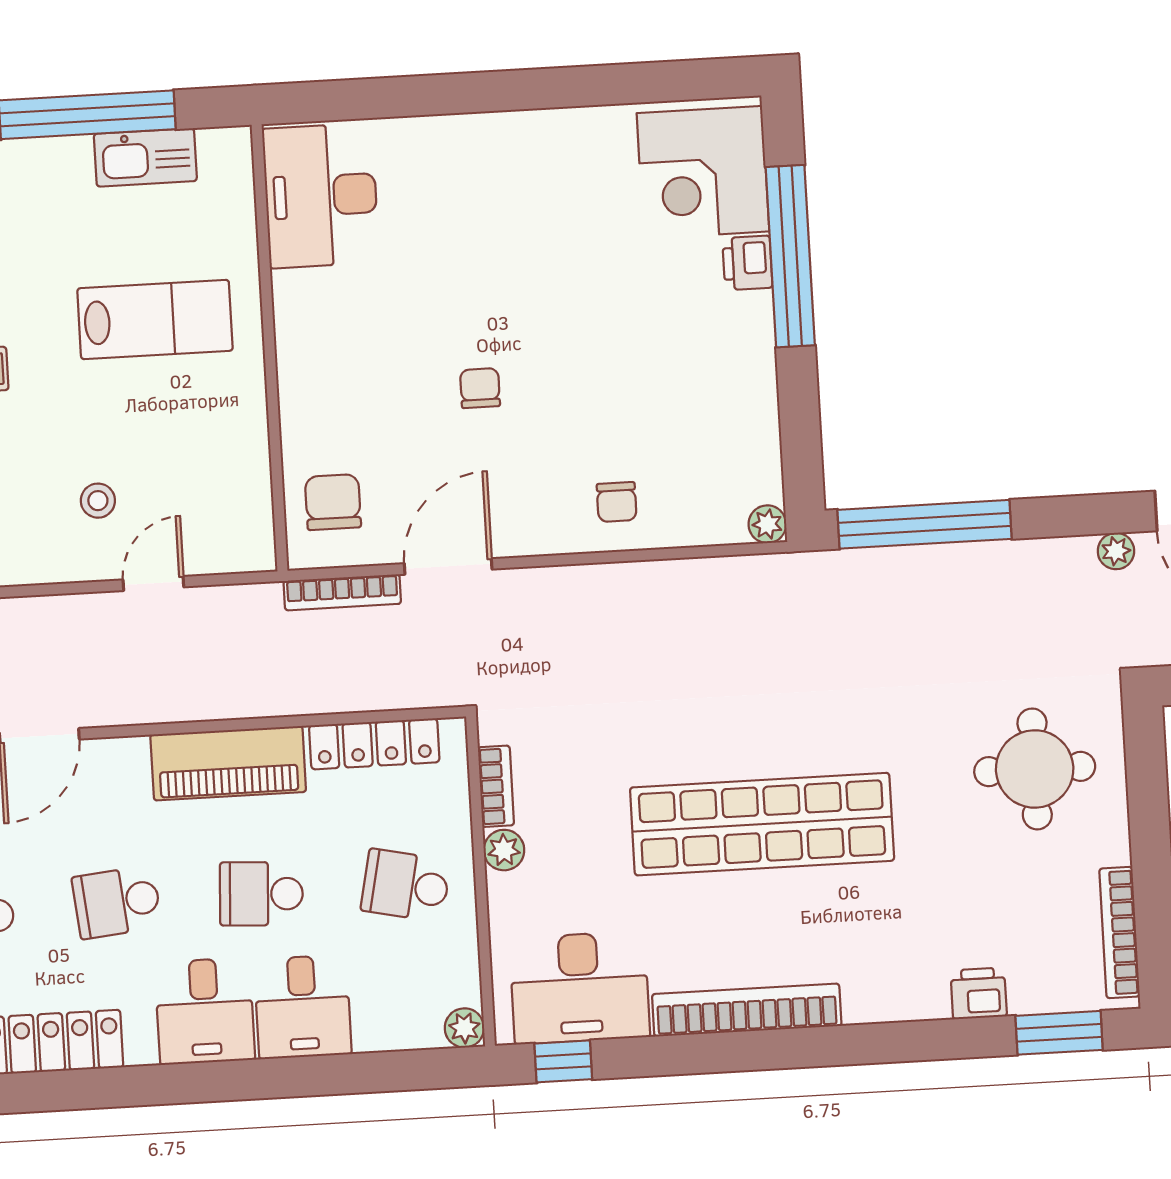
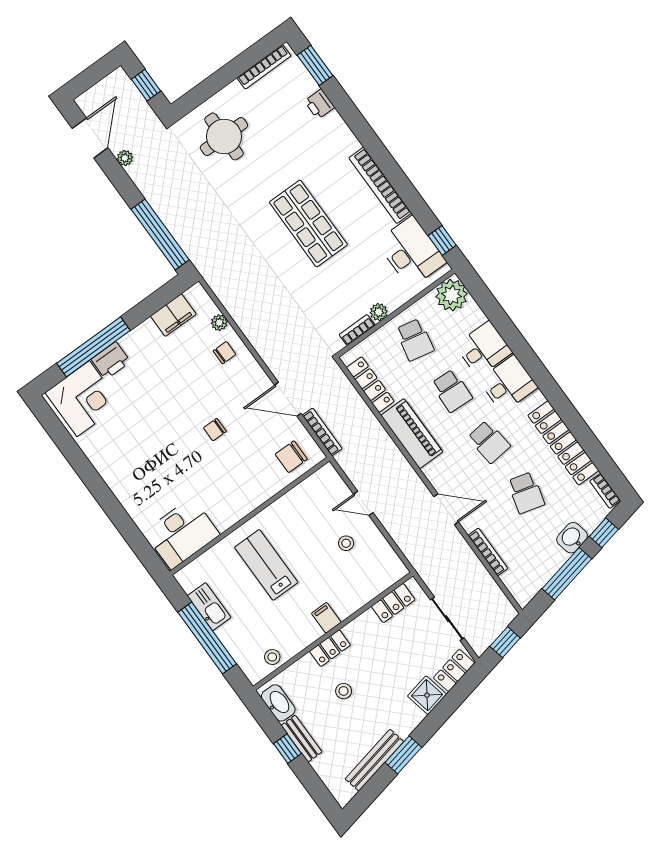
printer: (747, 263) -> (111, 361), width x1.36, depth x1.24
filing cabinet: (752, 450) -> (173, 315), added
plant: (767, 524) -> (219, 323), moved
shop shelf: (762, 824) -> (308, 223), width x0.71
plant: (464, 1028) -> (452, 295), width x1.88, depth x1.88

